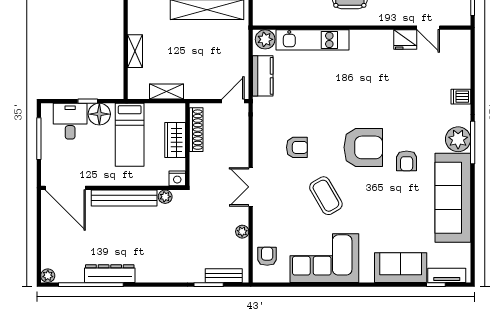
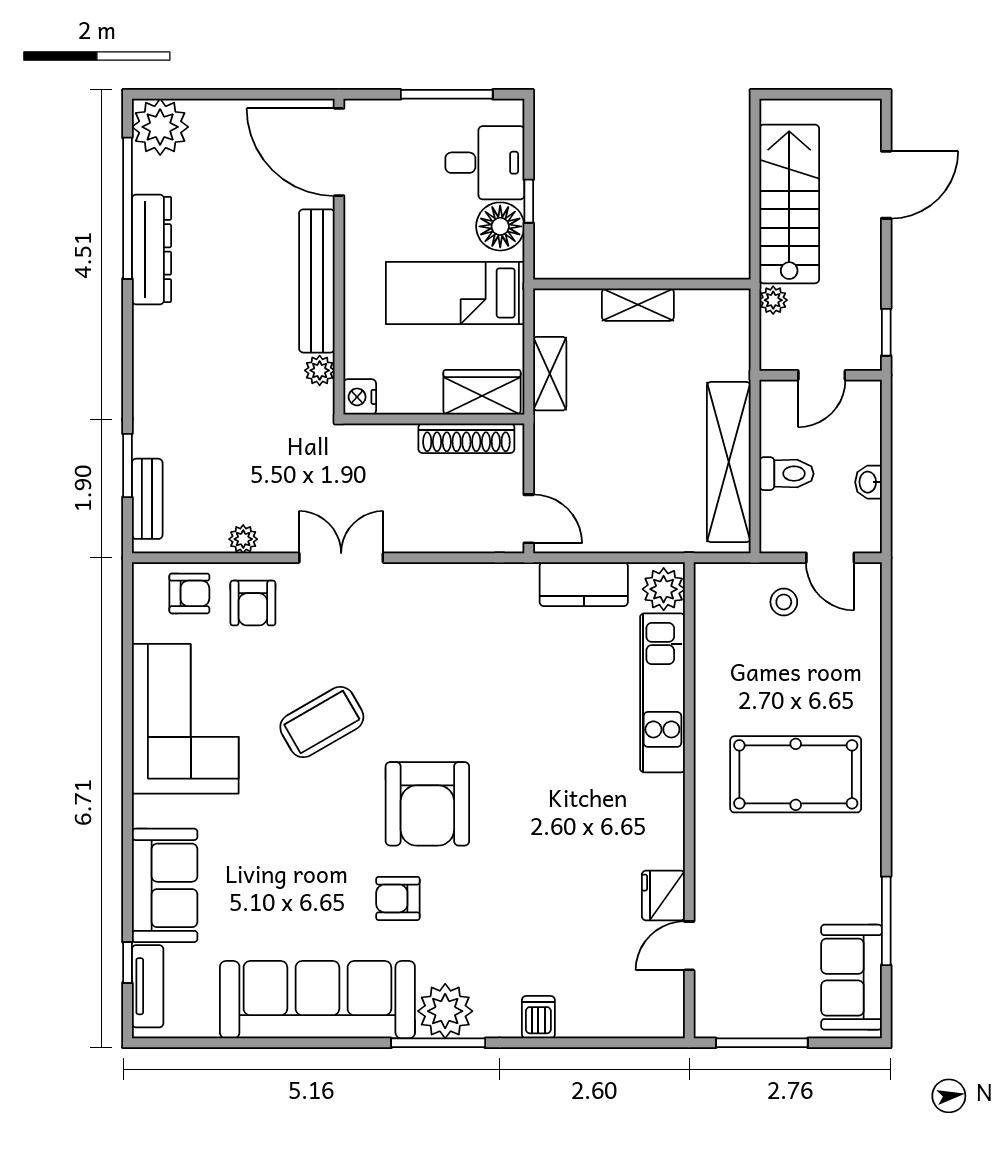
wardrobe: (175, 140) -> (482, 392), moved
armchair: (297, 147) -> (253, 603), moved
door: (65, 188) -> (339, 152), hinge flipped
plant: (48, 276) -> (160, 127), width x1.87, depth x1.87

